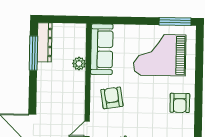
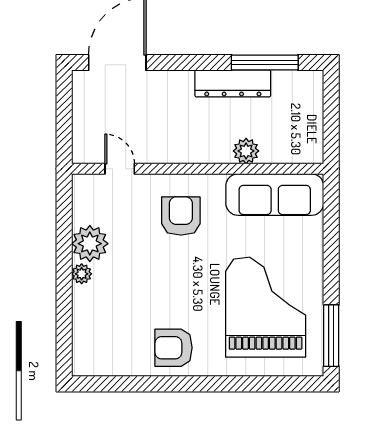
dresser: (45, 42) -> (233, 83), moved
armchair: (112, 98) -> (181, 216), turned -81

